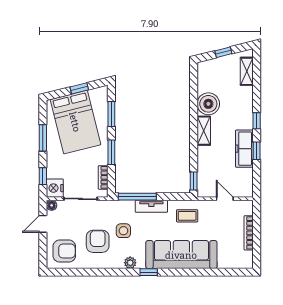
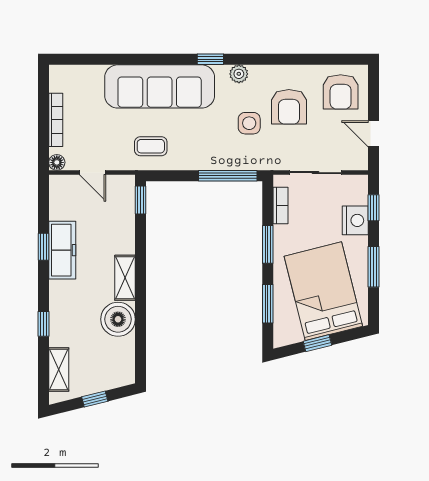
window: (257, 121) -> (43, 324), moved
nightstand: (55, 188) -> (355, 220), moved
floor lamp: (52, 205) -> (57, 162), moved
tv unit: (151, 206) -> (206, 161), removed
door: (43, 224) -> (374, 134), swing flipped
armchair: (64, 251) -> (341, 92), turned -90

